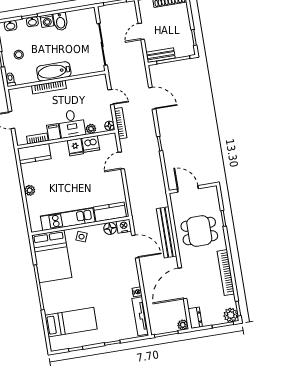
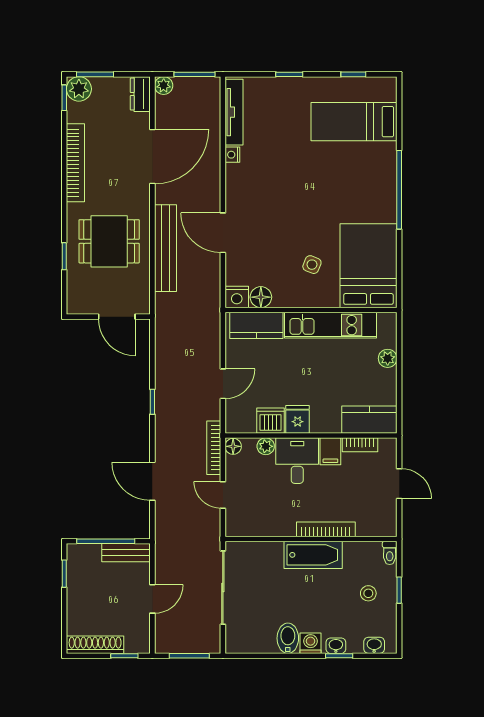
kitchen counter: (110, 212) -> (256, 325), moved
kitchen unit: (68, 219) -> (331, 325), moved
wall: (80, 226) -> (311, 310), moved
nightstand: (124, 226) -> (237, 297), moved
floor lamp: (110, 228) -> (261, 297), moved
bed: (52, 256) -> (368, 266), moved

